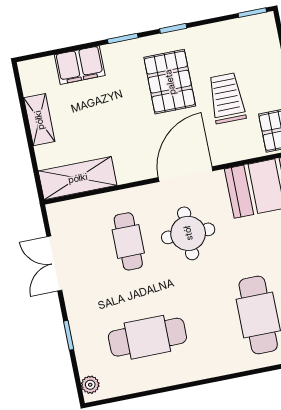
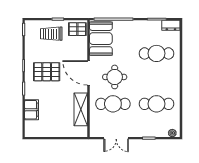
trolley: (227, 98) -> (51, 34), moved
shelving: (39, 120) -> (52, 132), removed
shelving: (78, 178) -> (81, 109), moved
cafe table: (128, 241) -> (113, 104), width x1.37, depth x1.35
cafe table: (147, 337) -> (156, 104), turned 90

